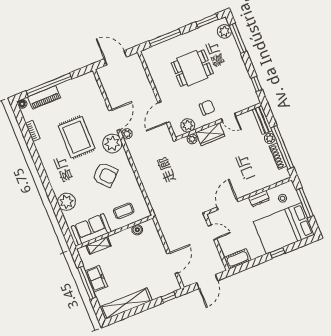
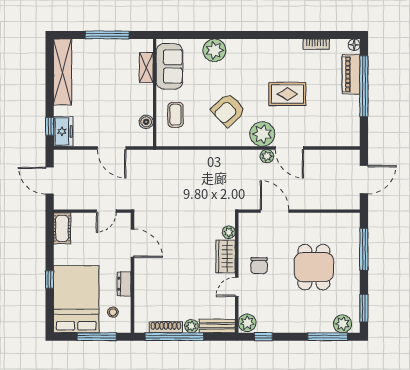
plant: (188, 125) -> (247, 323), moved
rug: (77, 137) -> (287, 94), width x0.73, depth x0.70
door: (173, 263) -> (112, 148), moved
freezer: (96, 279) -> (63, 131), moved, turned -90

